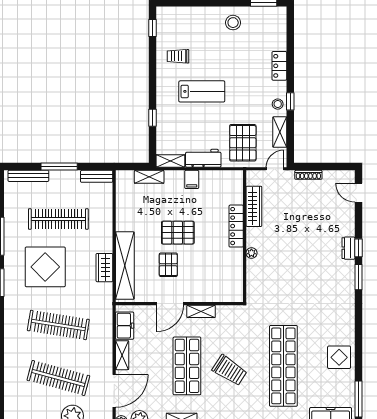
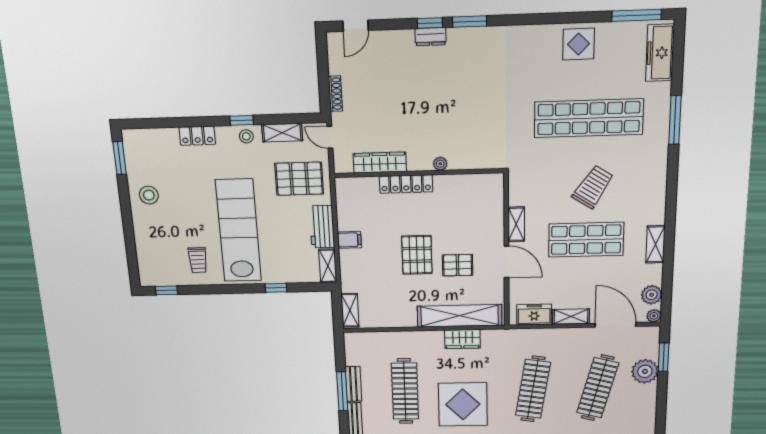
lab bench: (202, 91) -> (239, 231), width x1.86, depth x1.39
bench: (97, 176) -> (353, 384), moved
shelving: (149, 177) -> (350, 310), moved

